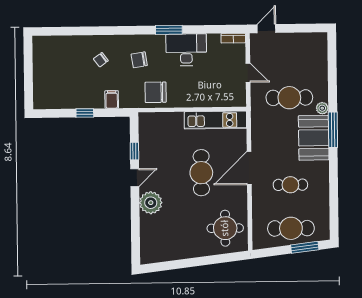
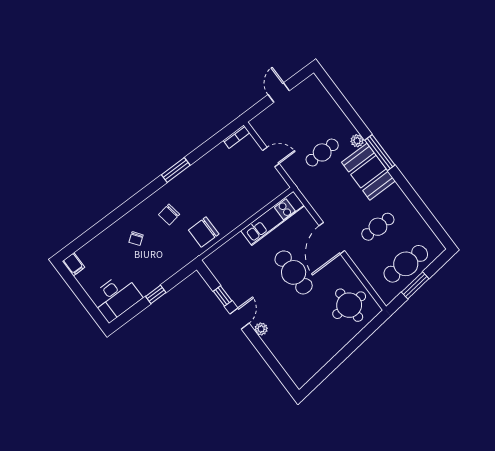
door: (266, 29) -> (279, 93), moved
desk: (186, 50) -> (116, 297), moved, turned 180
cafe table: (289, 98) -> (322, 152), width x0.73, depth x0.74
filing cabinet: (112, 99) -> (74, 264), moved, turned 180
plant: (151, 203) -> (261, 329), width x0.53, depth x0.53
window: (305, 247) -> (415, 285), moved

